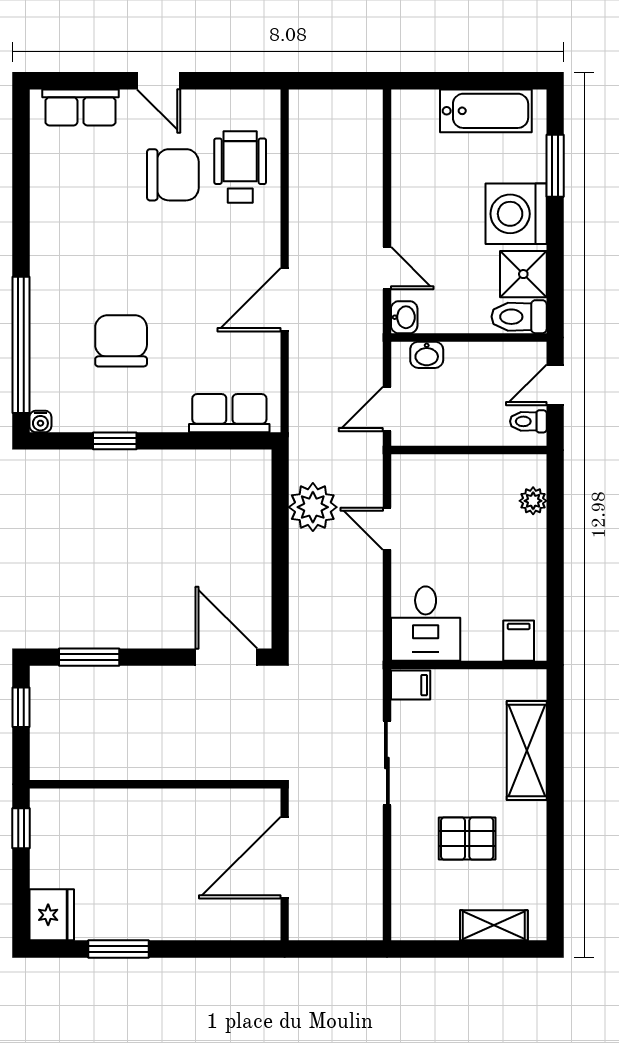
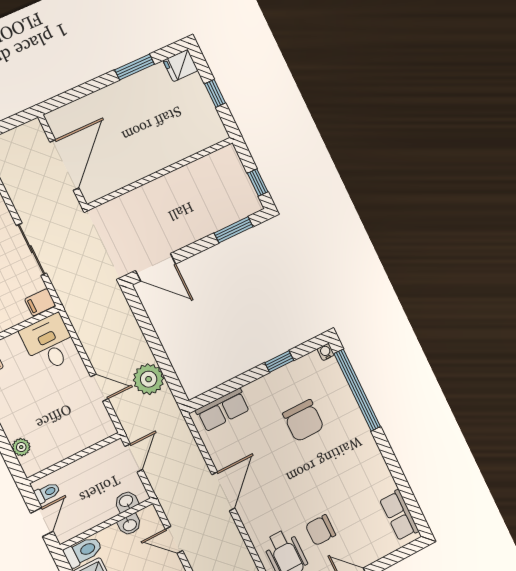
row of seats: (80, 107) -> (399, 515), moved, turned -90
chair: (173, 175) -> (321, 530), width x0.73, depth x0.73
washbasin: (404, 317) -> (130, 525), moved, turned -90
window: (21, 828) -> (215, 93), moved
fridge: (52, 915) -> (181, 66), width x0.72

